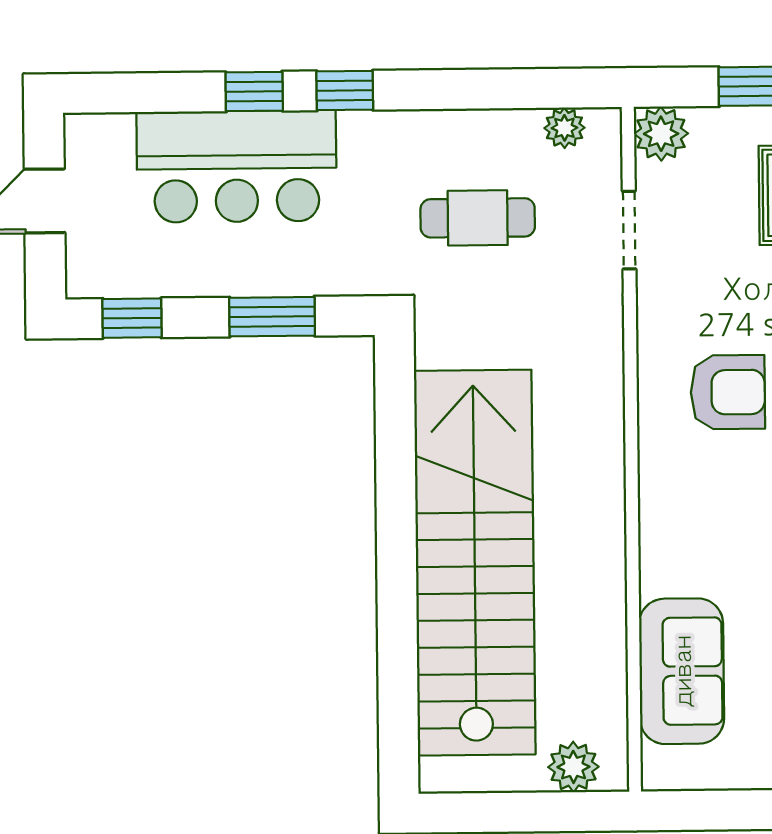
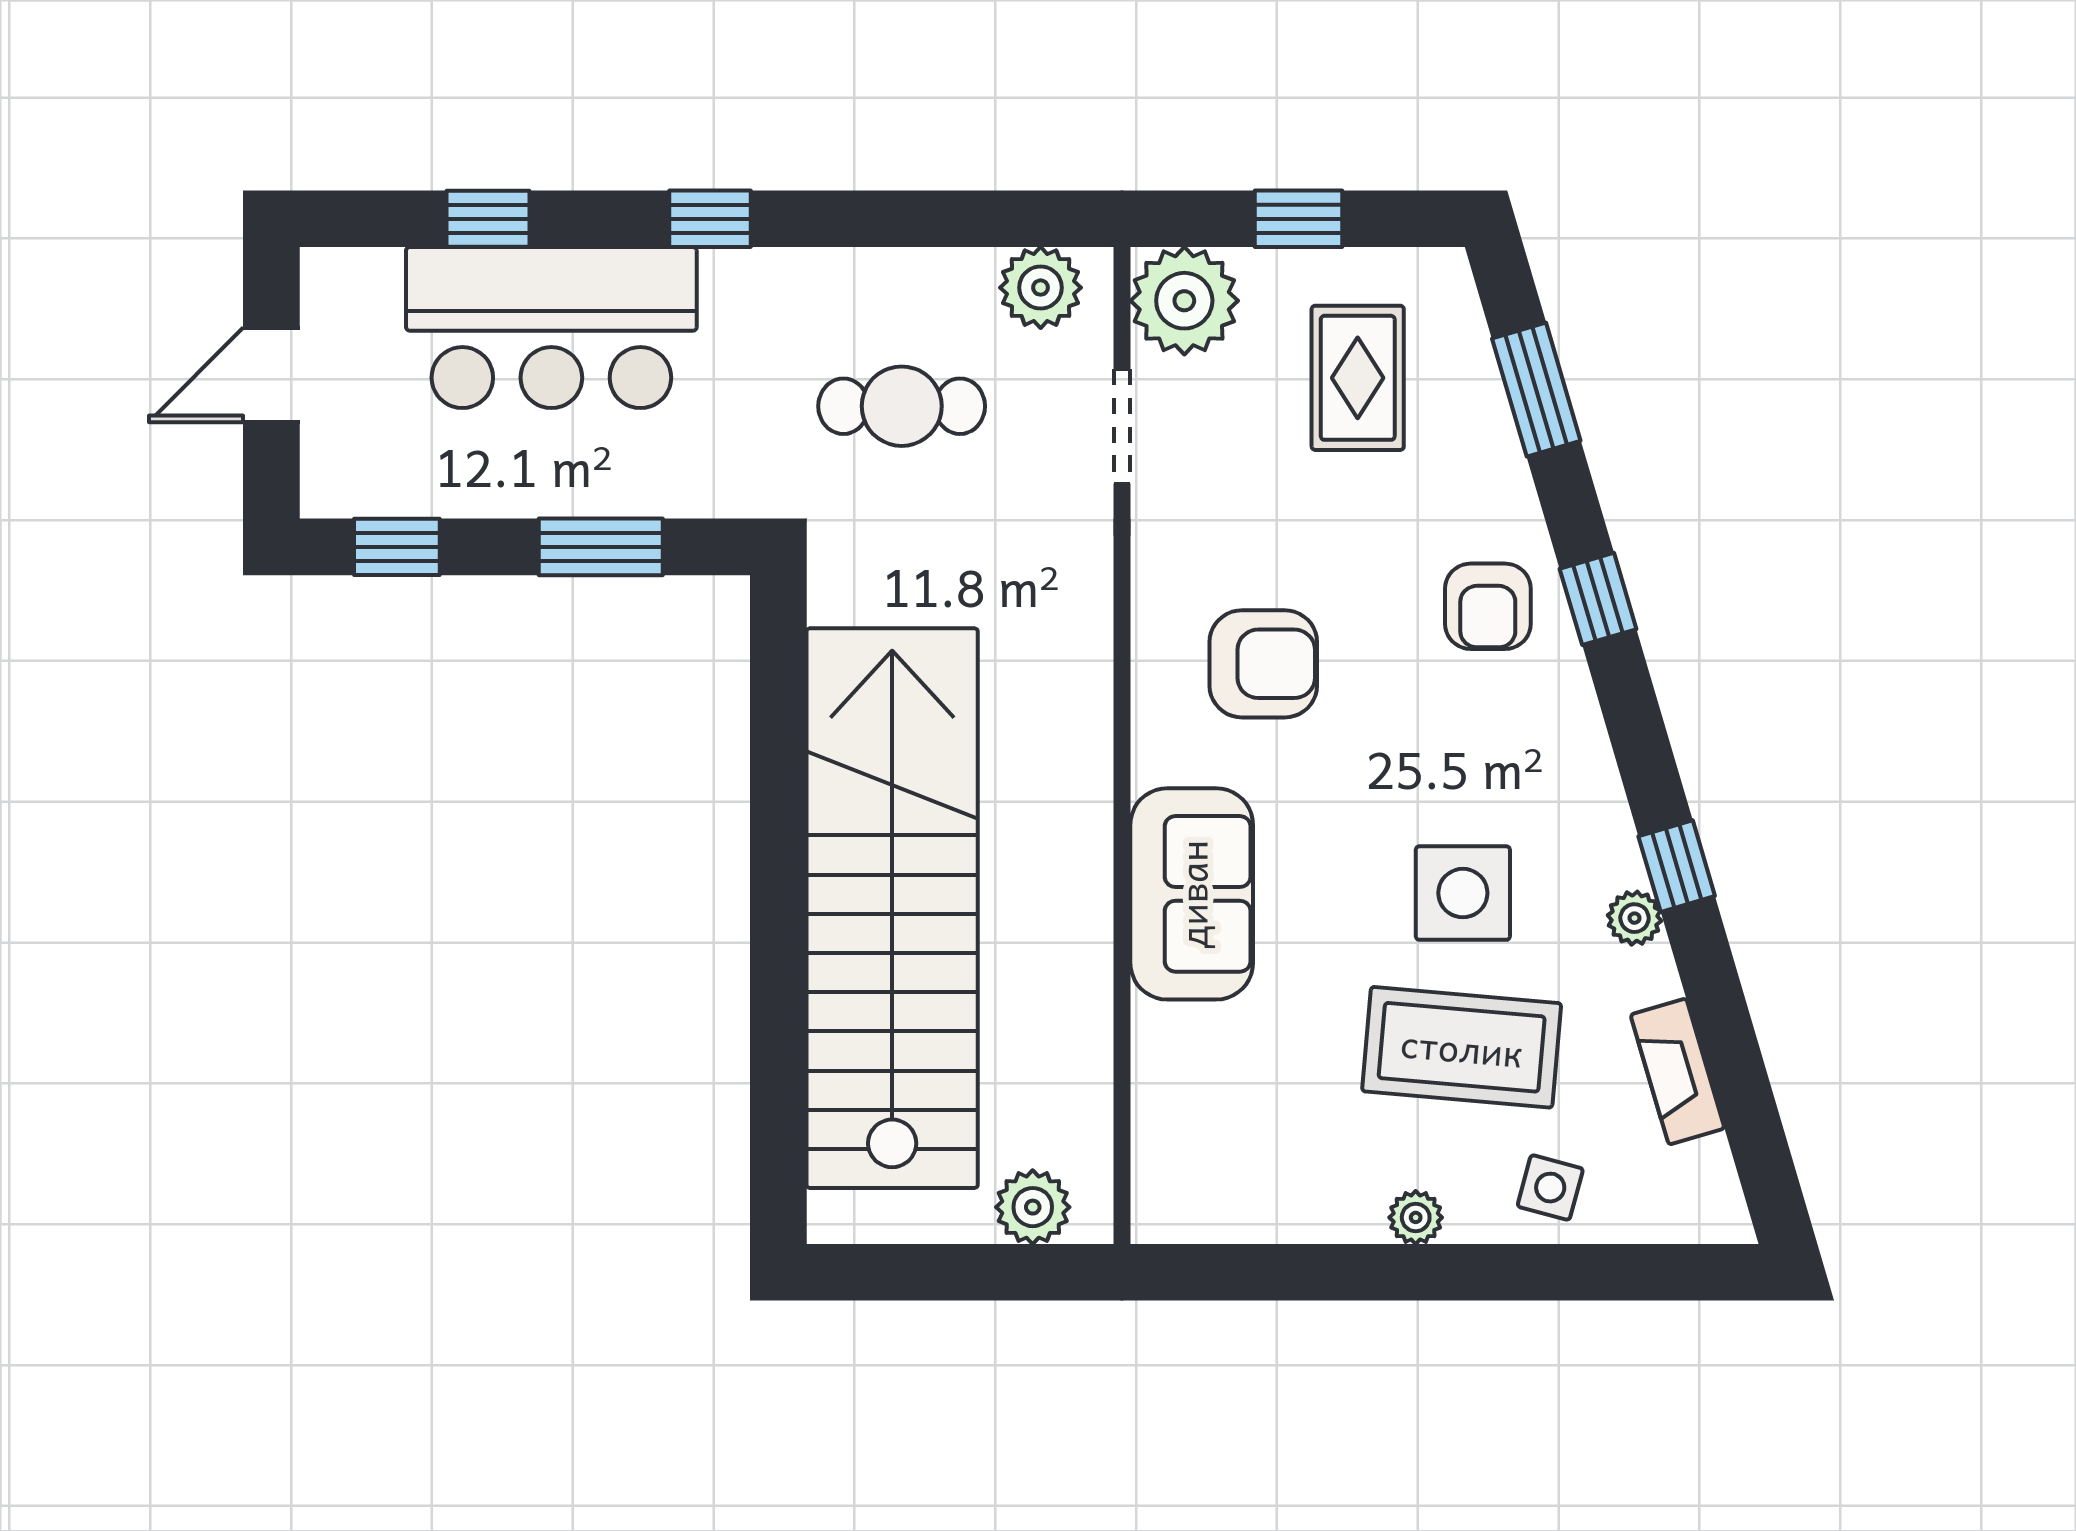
window: (254, 91) -> (488, 219), moved
plant: (564, 128) -> (1041, 288), width x1.38, depth x1.38
plant: (661, 134) -> (1184, 301), width x1.36, depth x1.36
sofa: (682, 671) -> (1192, 894), moved

